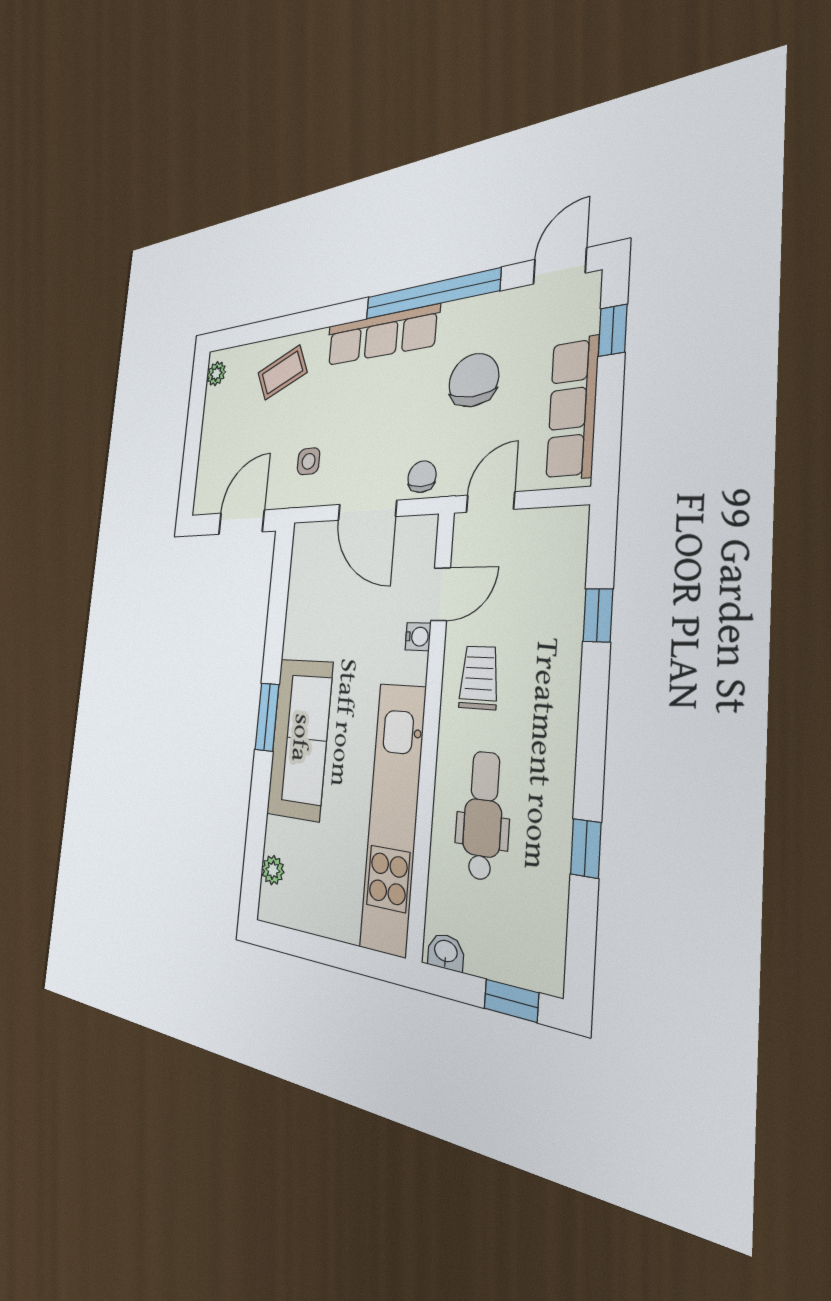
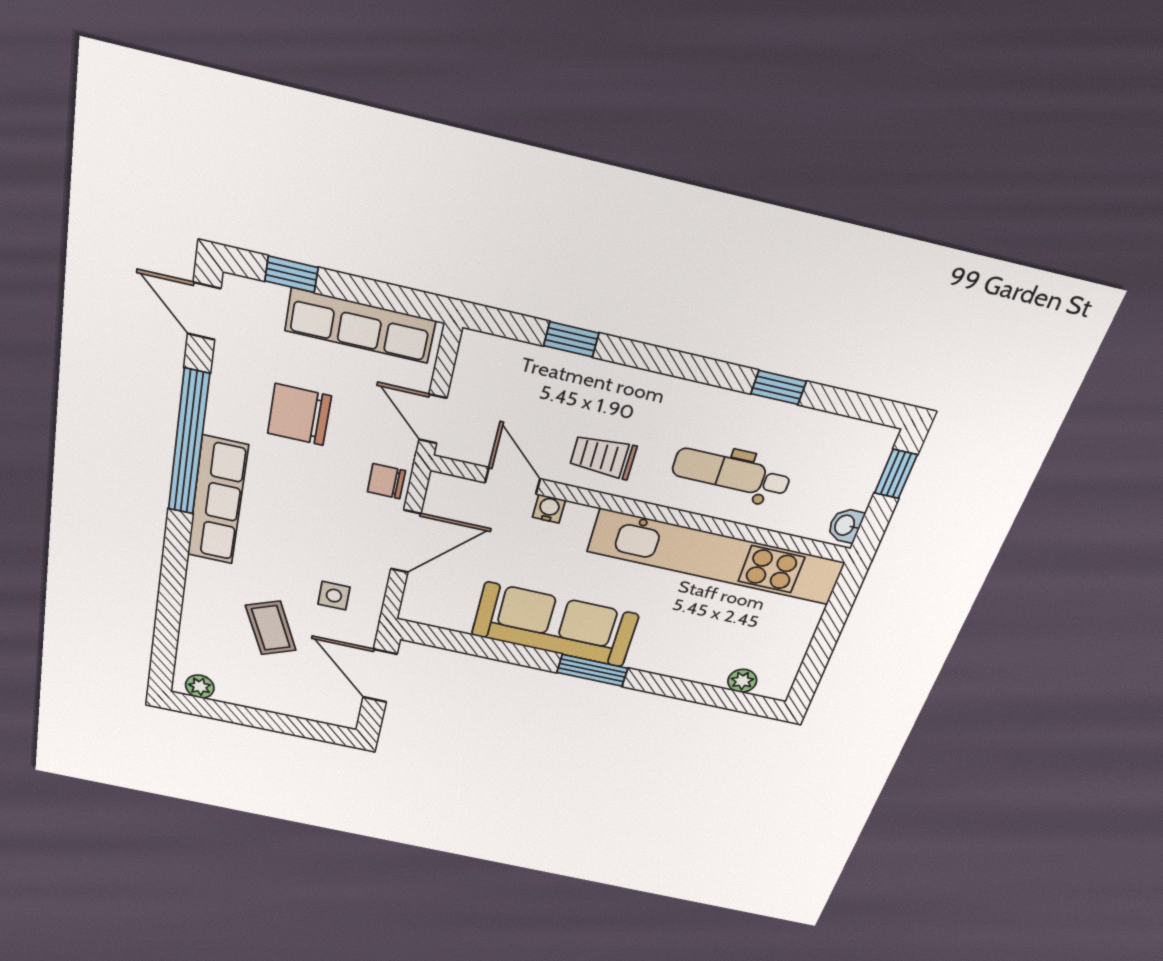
coffee table: (282, 373) -> (271, 628), moved
sofa: (300, 738) -> (555, 625), moved

